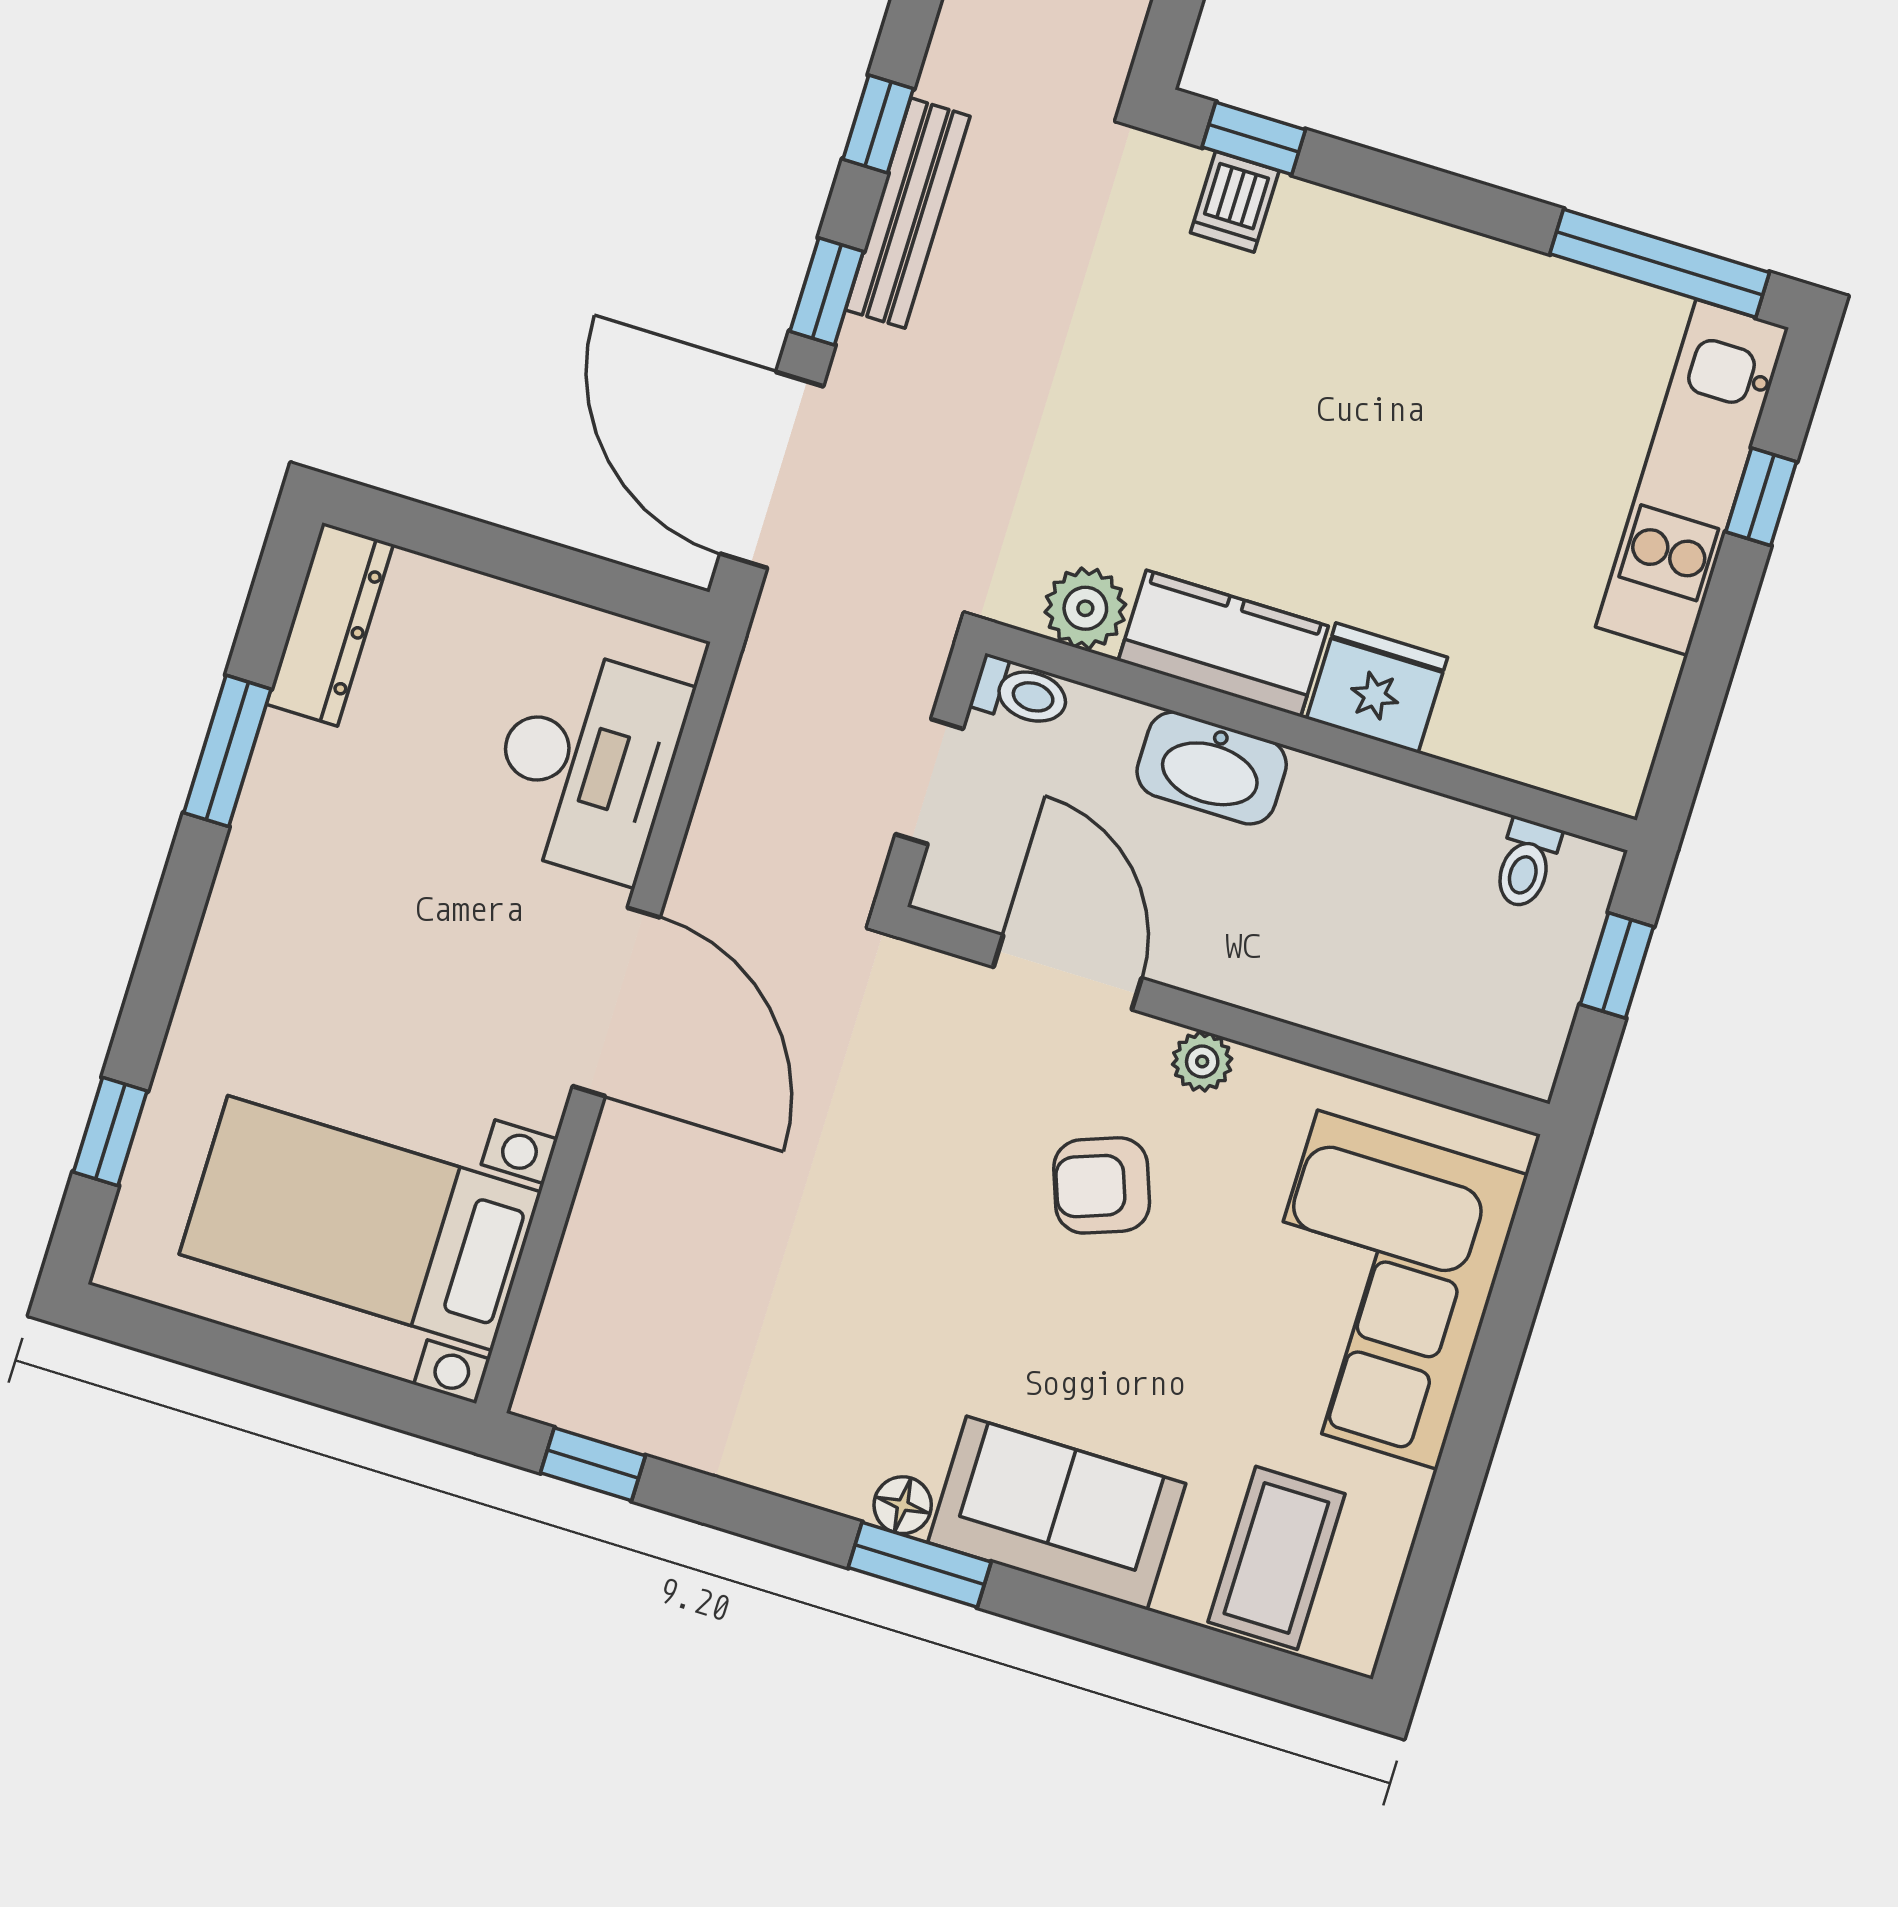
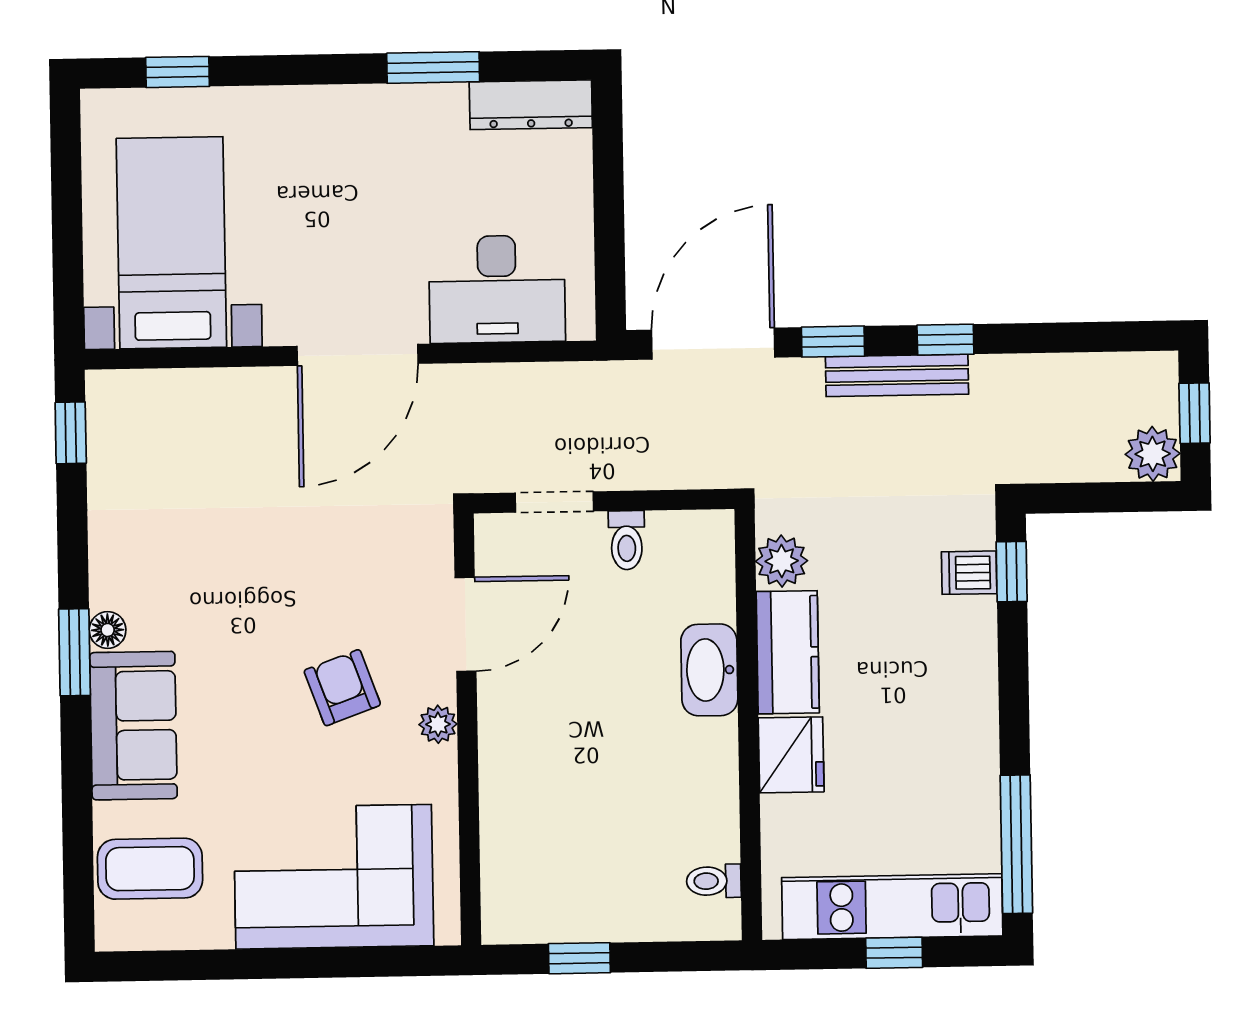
plant: (1085, 608) -> (782, 561), moved
kitchen counter: (1223, 643) -> (788, 652), moved
fridge: (1377, 688) -> (791, 755), moved
wall: (1311, 737) -> (748, 724), moved
washbasin: (1212, 768) -> (709, 670), moved
toilet: (1526, 864) -> (714, 881), moved

